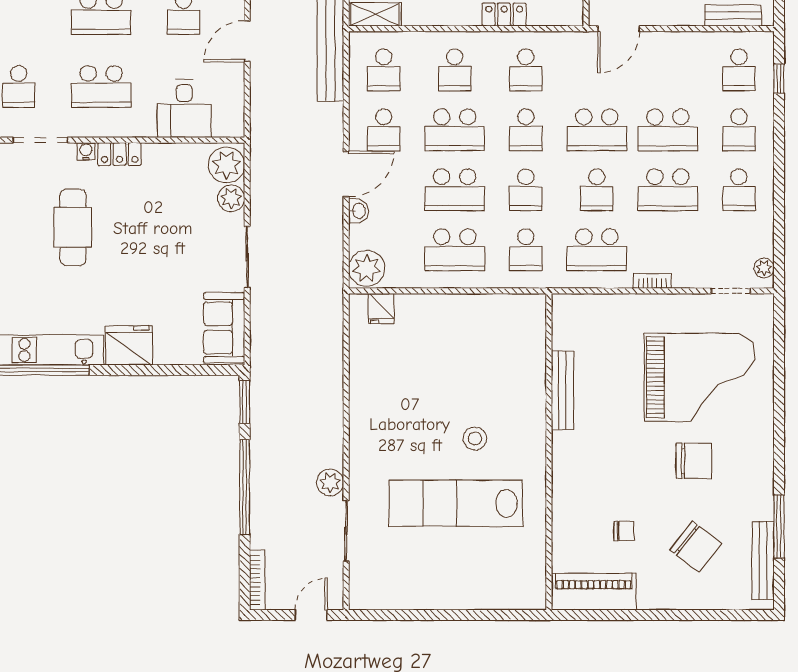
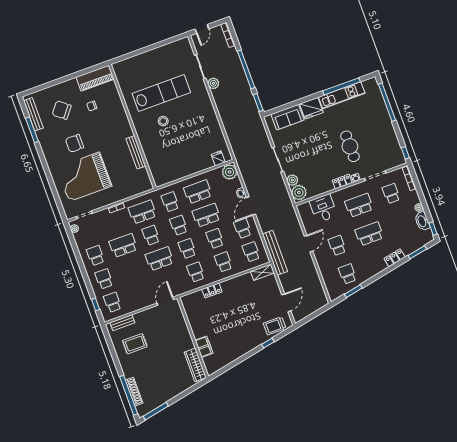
school desk: (455, 130) -> (215, 239), width x0.54
school desk: (668, 130) -> (132, 269), removed
sofa: (224, 328) -> (288, 117), moved, turned 90

